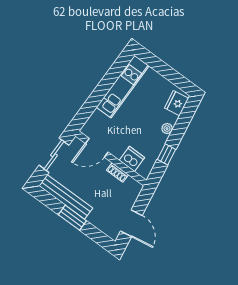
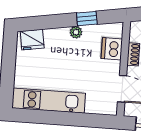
plant: (167, 129) -> (76, 32), moved

